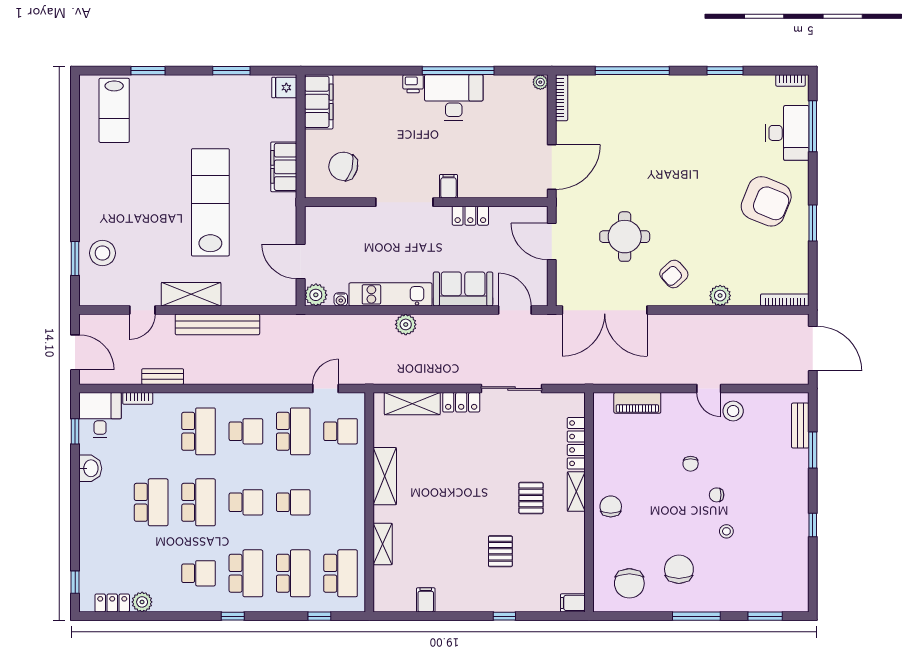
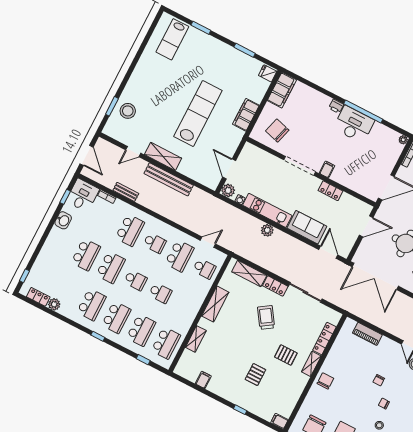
door: (552, 242) -> (366, 226), swing flipped
trolley: (472, 457) -> (266, 317), added
pallet: (531, 498) -> (286, 355), turned 90
school desk: (198, 573) -> (91, 305), width x1.85

